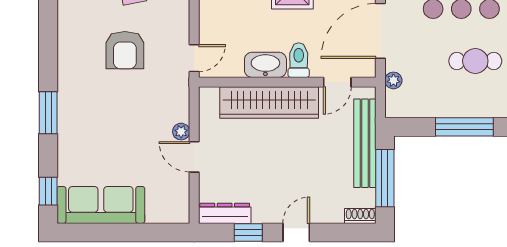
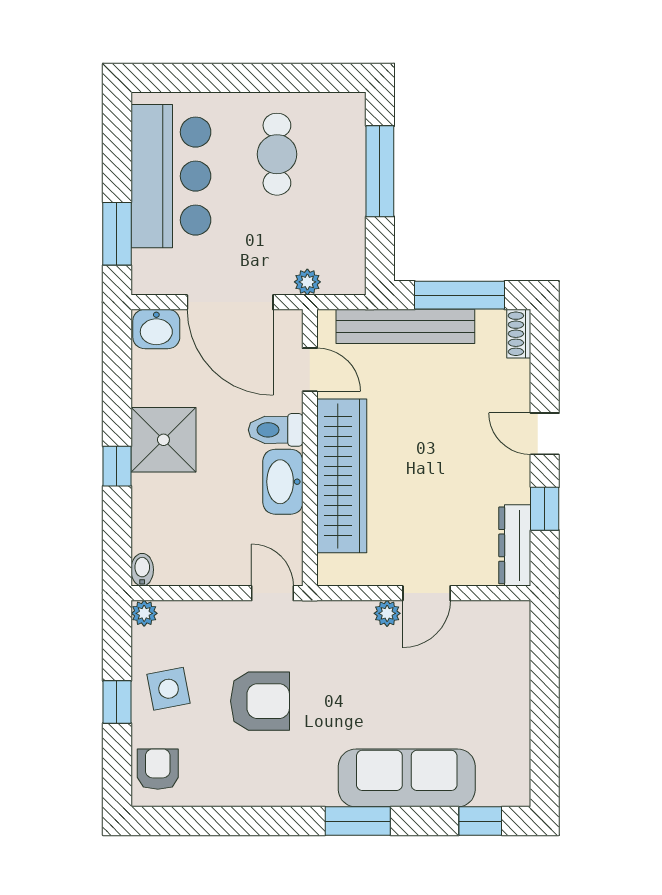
sofa: (101, 205) -> (407, 778), moved, turned 90

